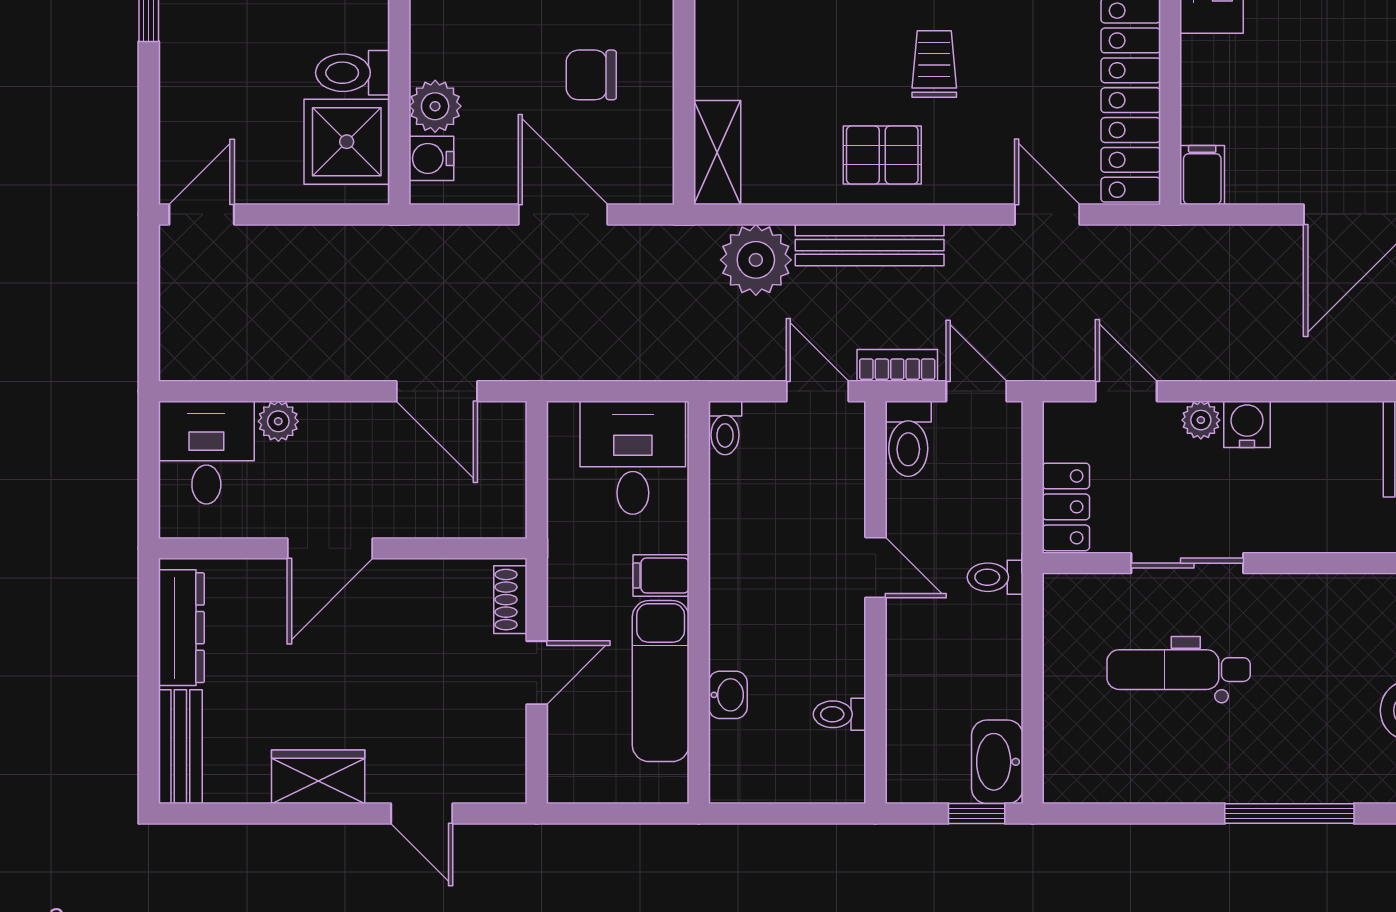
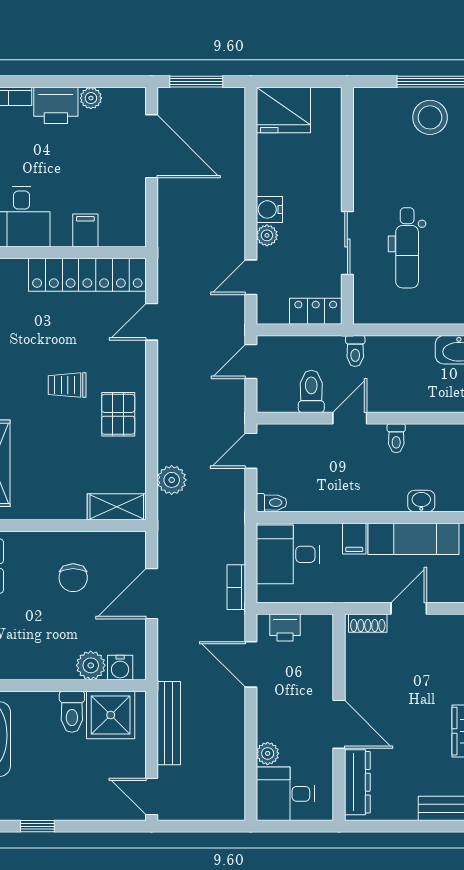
filing cabinet: (1202, 175) -> (85, 230), moved, turned 90
bench: (870, 245) -> (169, 723), moved
plant: (756, 260) -> (172, 480), width x0.73, depth x0.73
bookcase: (897, 365) -> (236, 587), moved
door: (437, 391) -> (251, 664), swing flipped
toilet: (908, 439) -> (311, 391), moved, turned -90
printer: (503, 452) -> (285, 628), added
dresser: (181, 628) -> (357, 782), moved, turned 90
door: (537, 673) -> (409, 608), hinge flipped
toilet: (840, 714) -> (396, 438), moved

